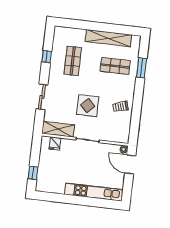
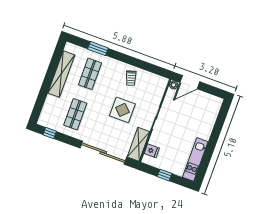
window: (47, 57) -> (50, 133), moved
shop shelf: (73, 61) -> (75, 114), turned 90
sliding door: (42, 97) -> (103, 153), width x1.86
window: (33, 173) -> (165, 175), moved
kitchen unit: (94, 192) -> (195, 159), moved, width x0.73

